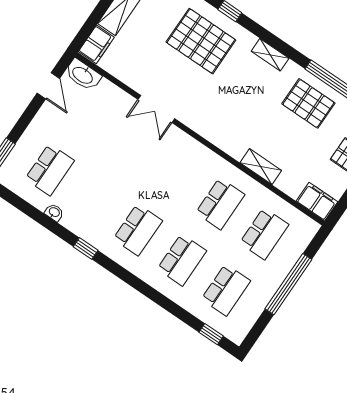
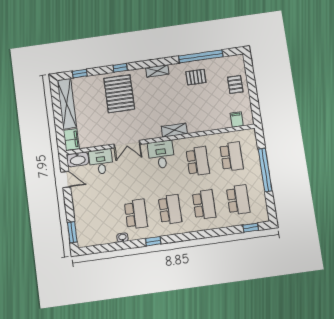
pallet: (201, 41) -> (119, 94), turned 90
desk: (108, 102) -> (101, 162), added
pallet: (308, 103) -> (196, 77), width x0.67, depth x0.71
desk: (185, 157) -> (161, 154), added
shelving: (261, 167) -> (174, 130), moved
school desk: (50, 170) -> (136, 214), moved
filing cabinet: (317, 201) -> (237, 120), width x0.50

